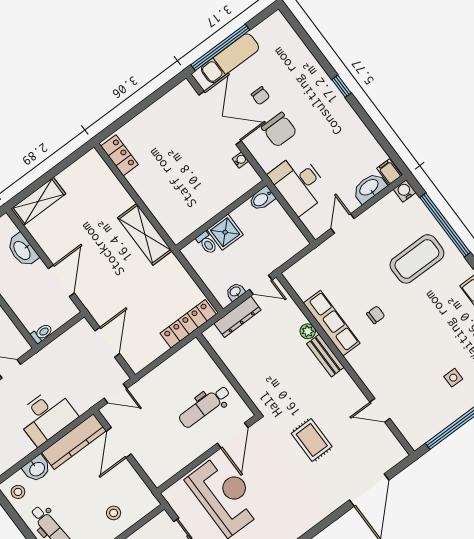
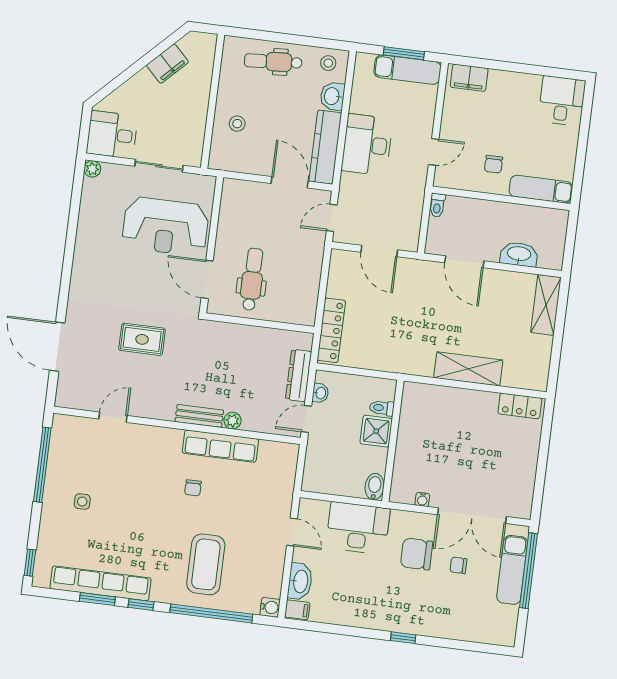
shelving: (145, 234) -> (468, 369), moved

